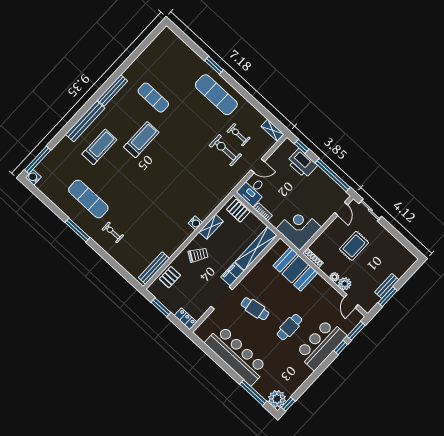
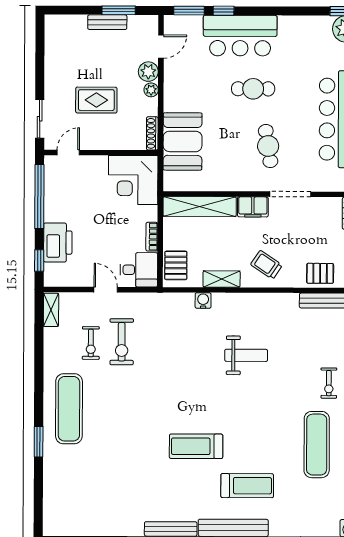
exercise mat: (153, 98) -> (137, 476), removed
treadmill: (99, 147) -> (247, 486), turned 180
weight bench: (163, 205) -> (246, 355), added
water cooler: (195, 223) -> (203, 300), moved

